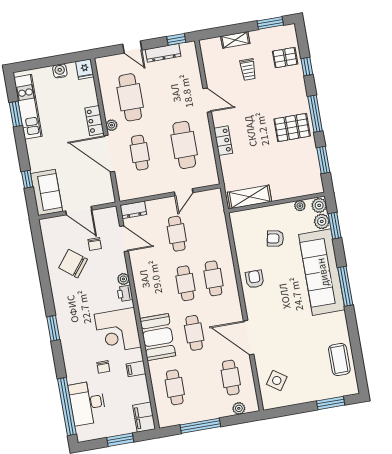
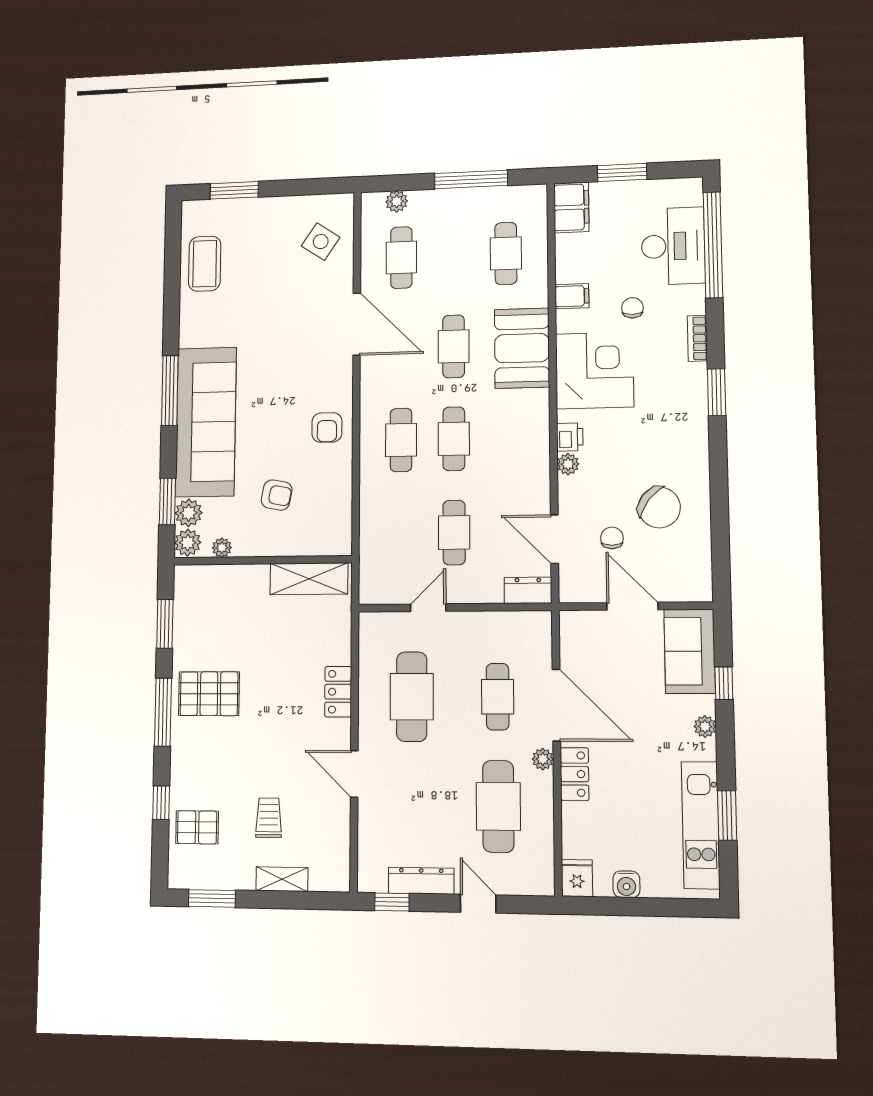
plant: (33, 156) -> (705, 726), added
bookcase: (67, 355) -> (697, 338), added

